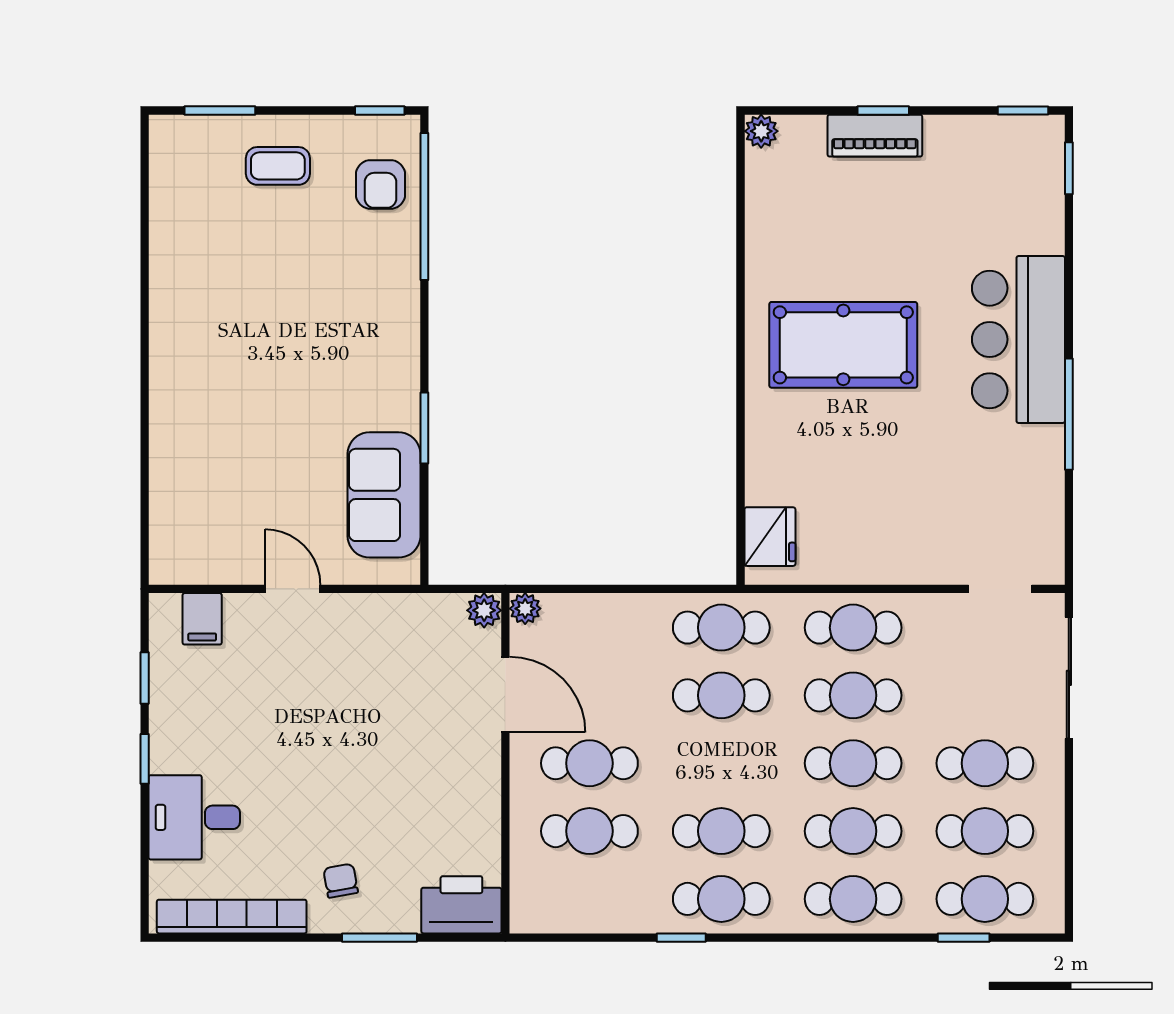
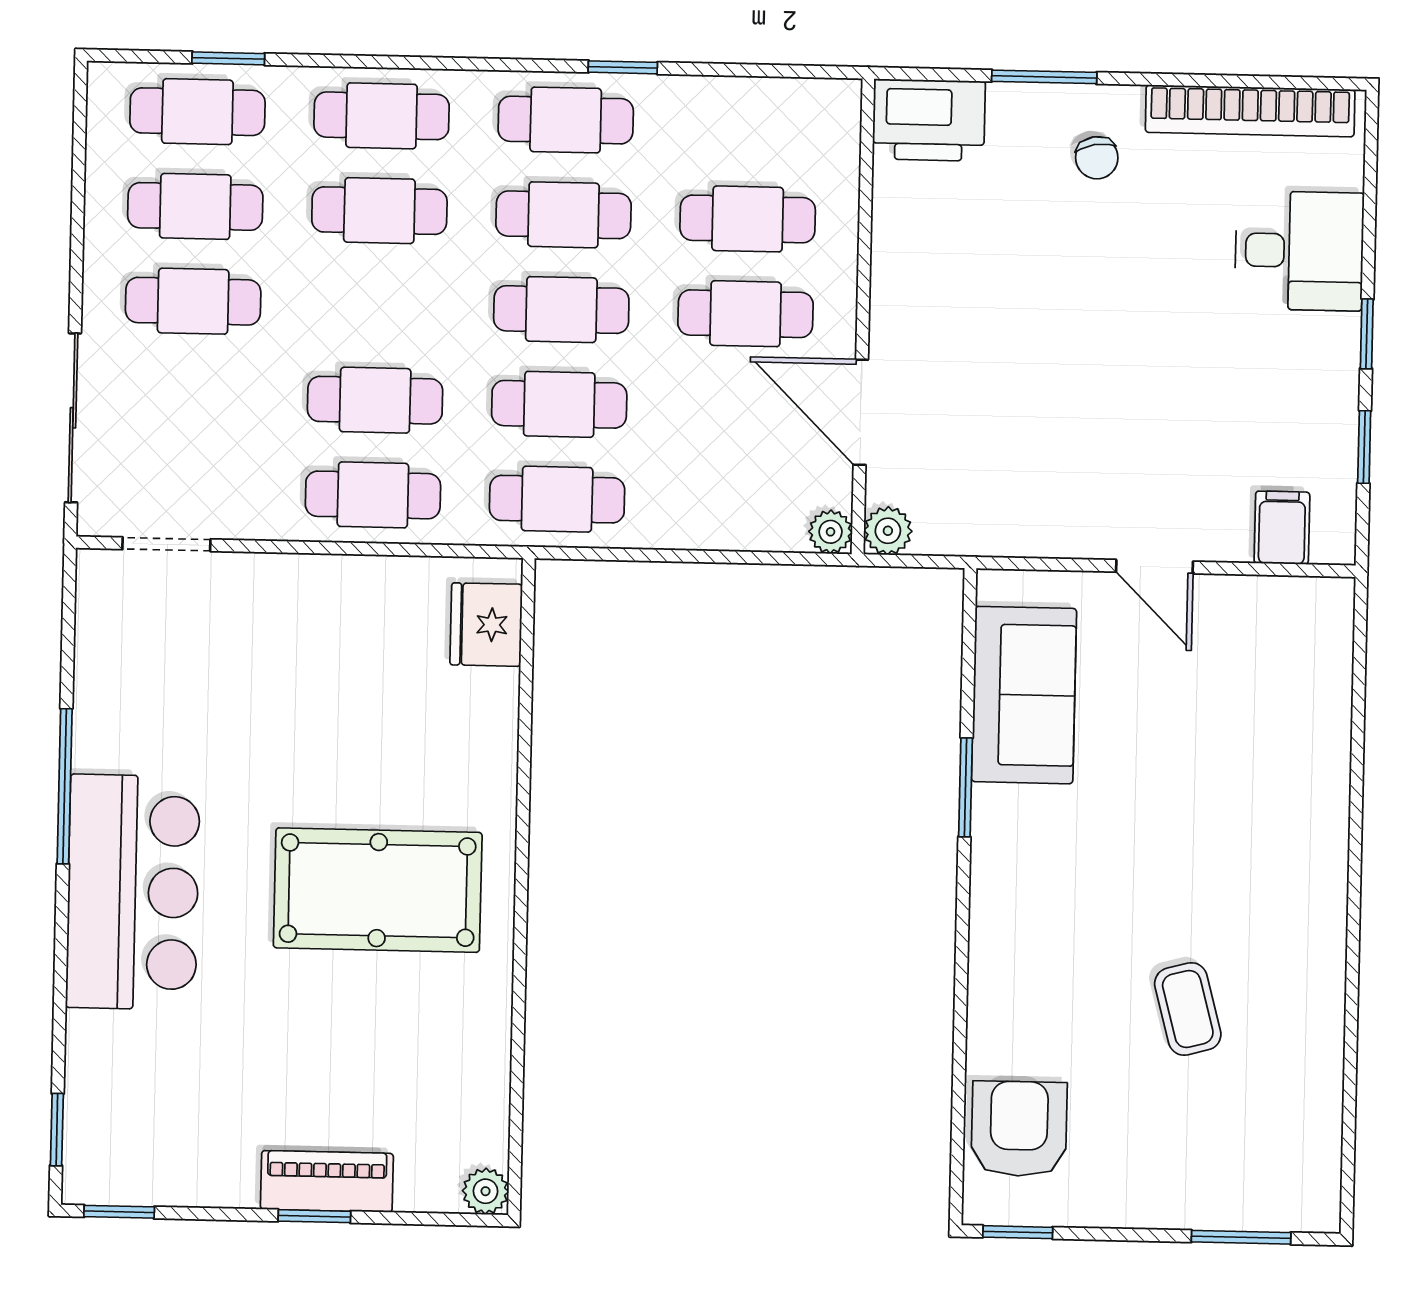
coffee table: (278, 166) -> (1188, 1009), moved, turned 75
armchair: (380, 184) -> (1019, 1129), width x1.38, depth x1.38
window: (424, 206) -> (959, 1097), removed
cafe table: (853, 763) -> (561, 310), moved

